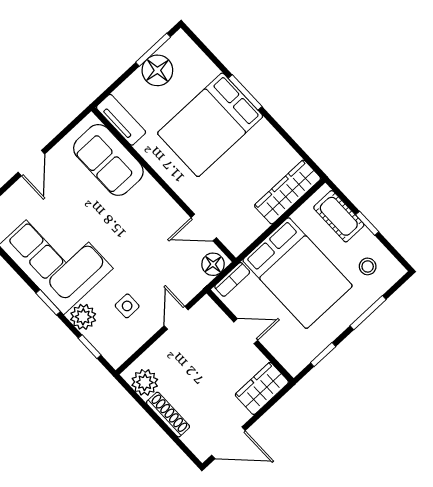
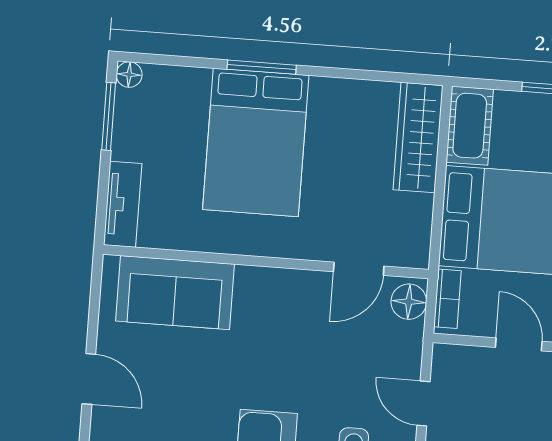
floor lamp: (157, 70) -> (129, 75), moved, width x0.53, depth x0.53
tv unit: (121, 120) -> (123, 204), moved, turned 90
cot: (339, 216) -> (470, 126), moved, turned 90
door: (246, 331) -> (519, 344), hinge flipped

